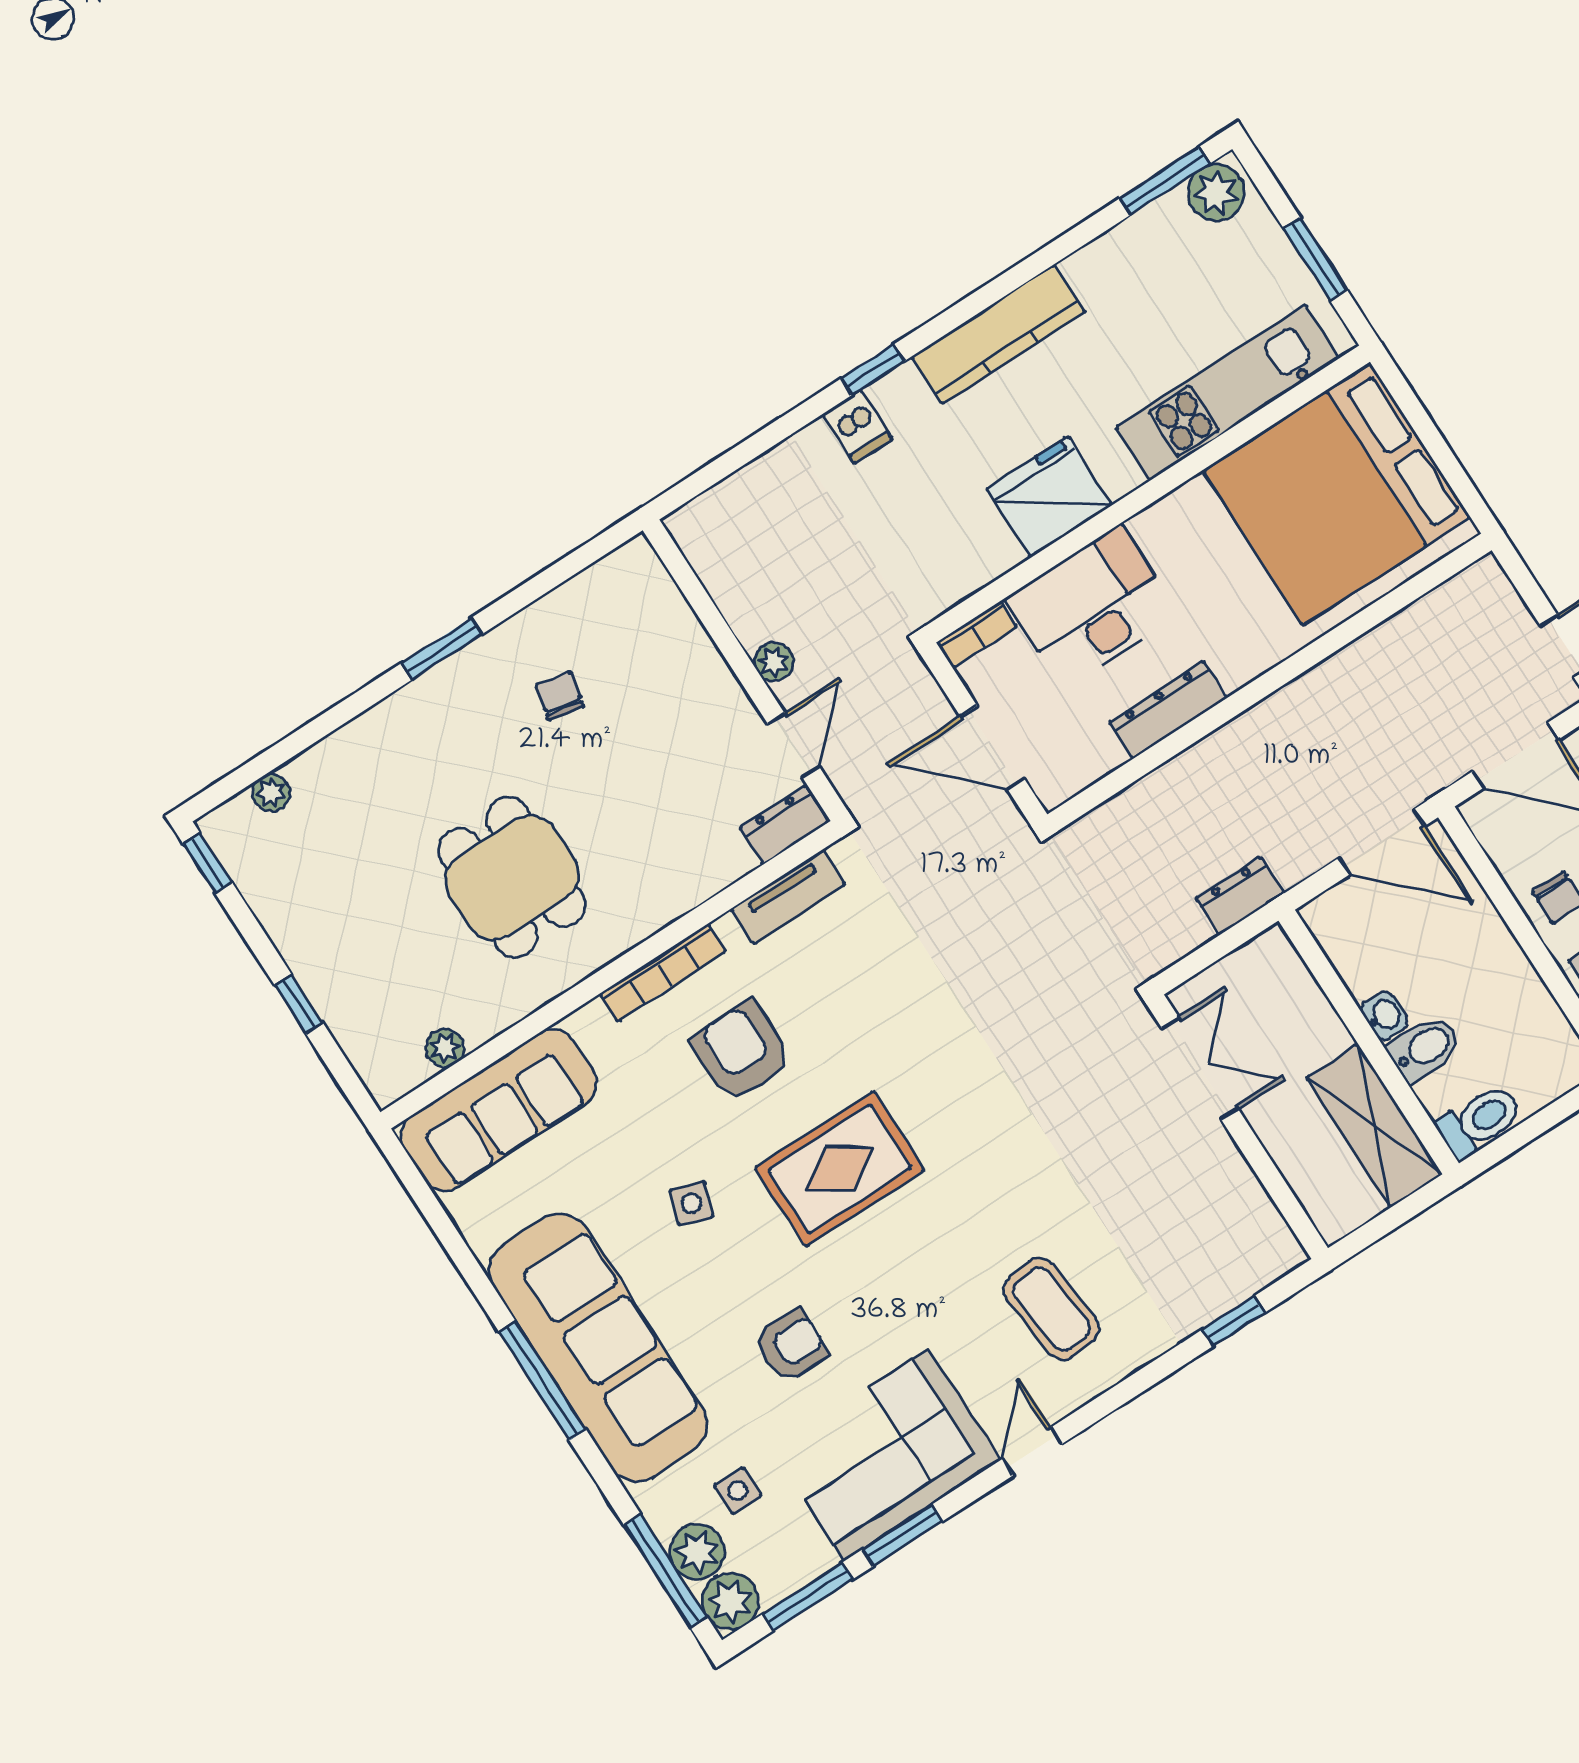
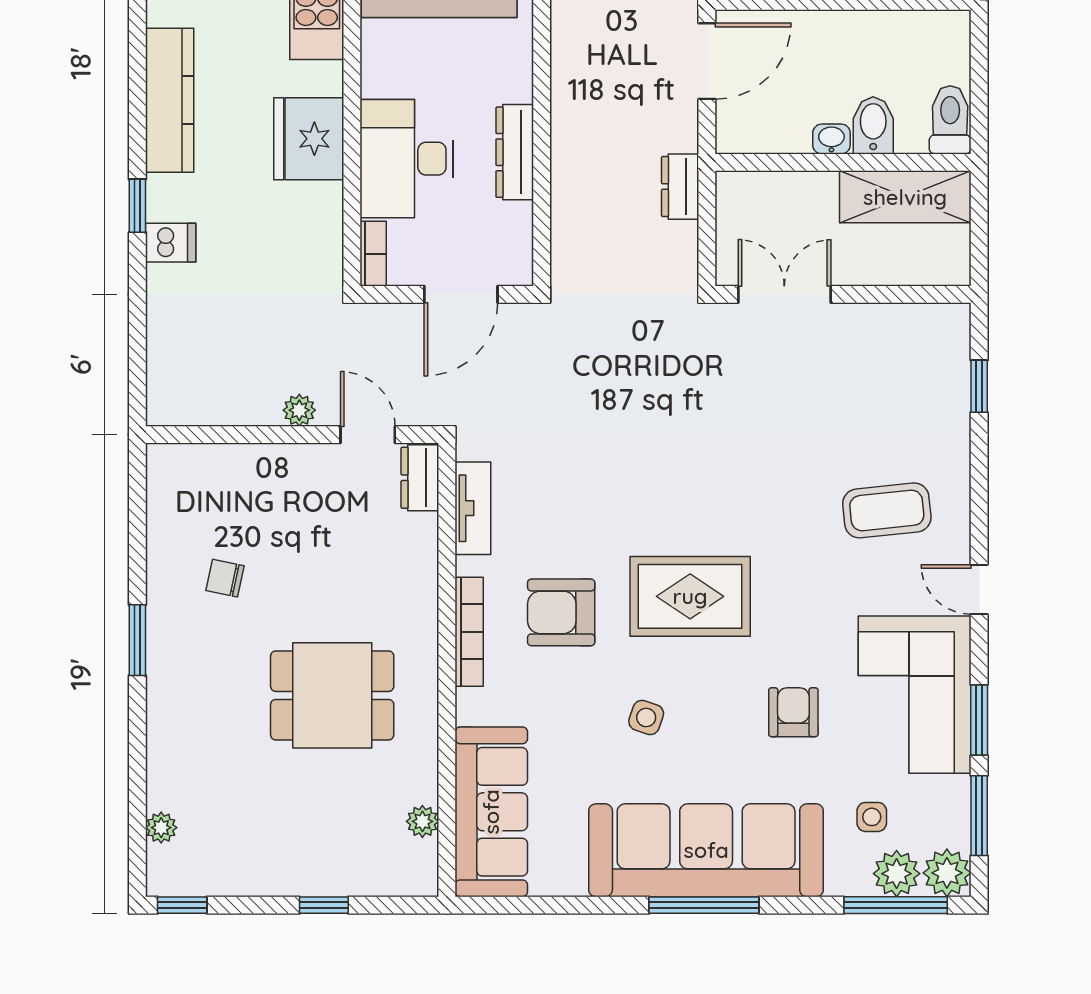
rug: (840, 1169) -> (690, 596), turned 90

